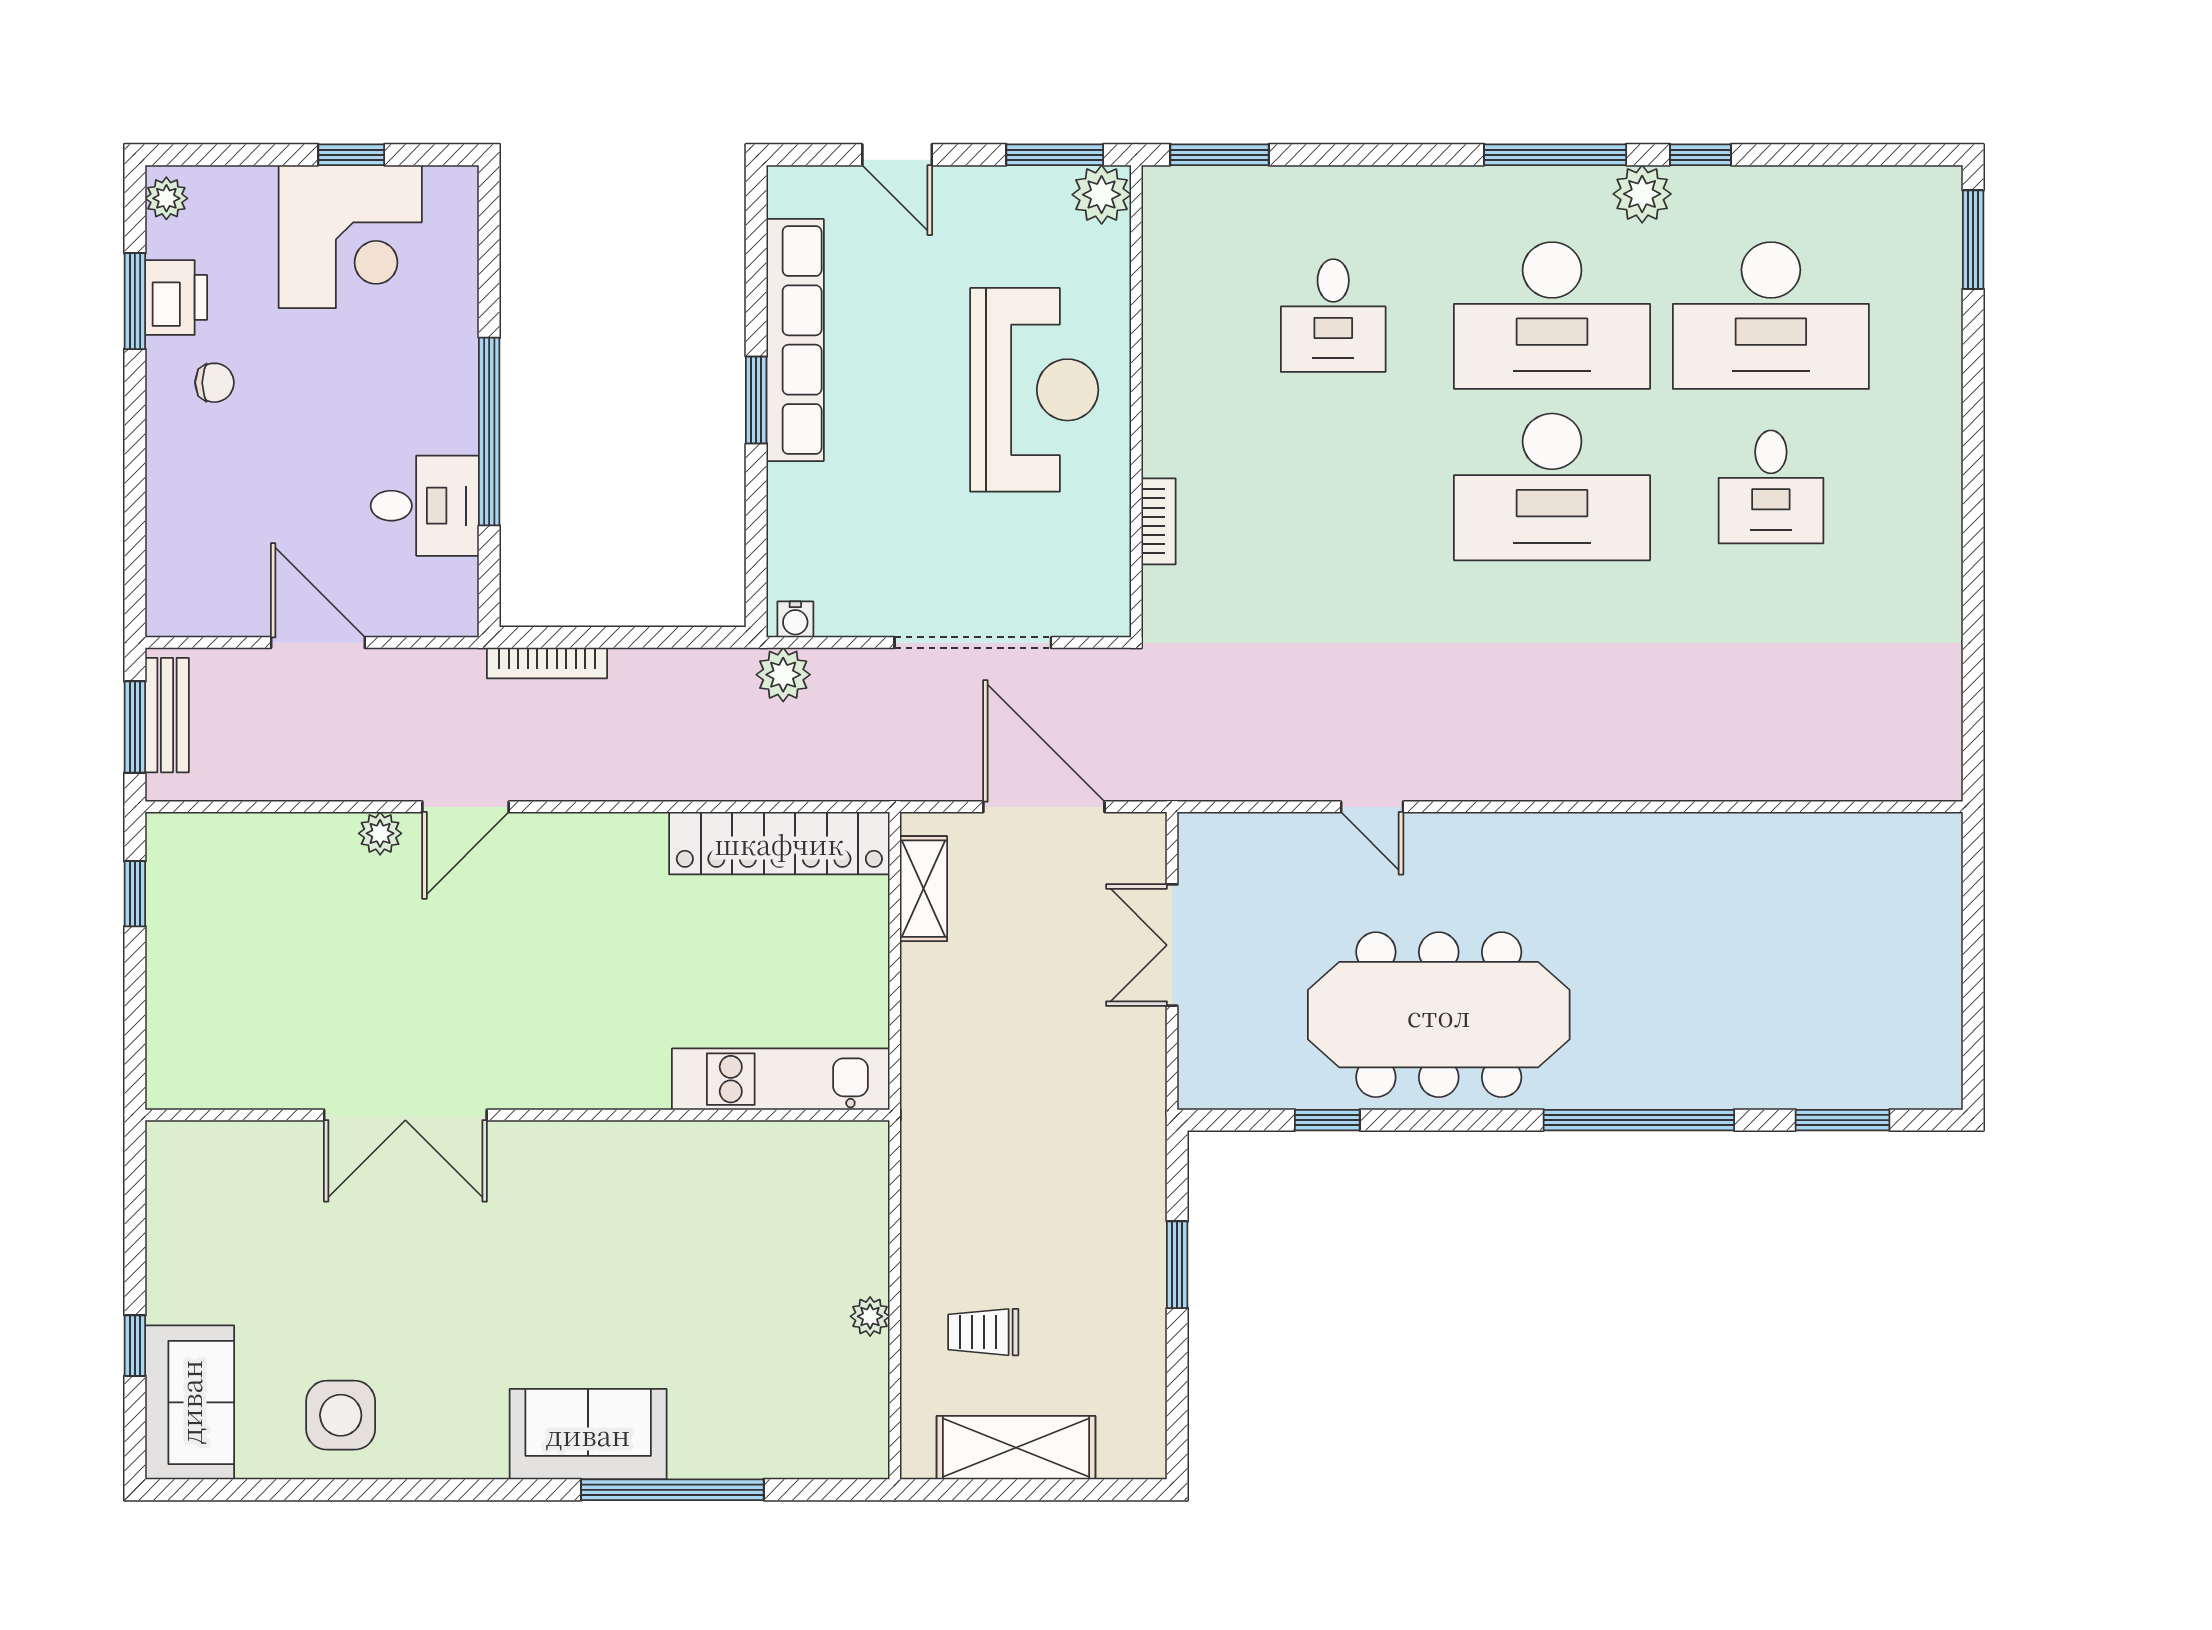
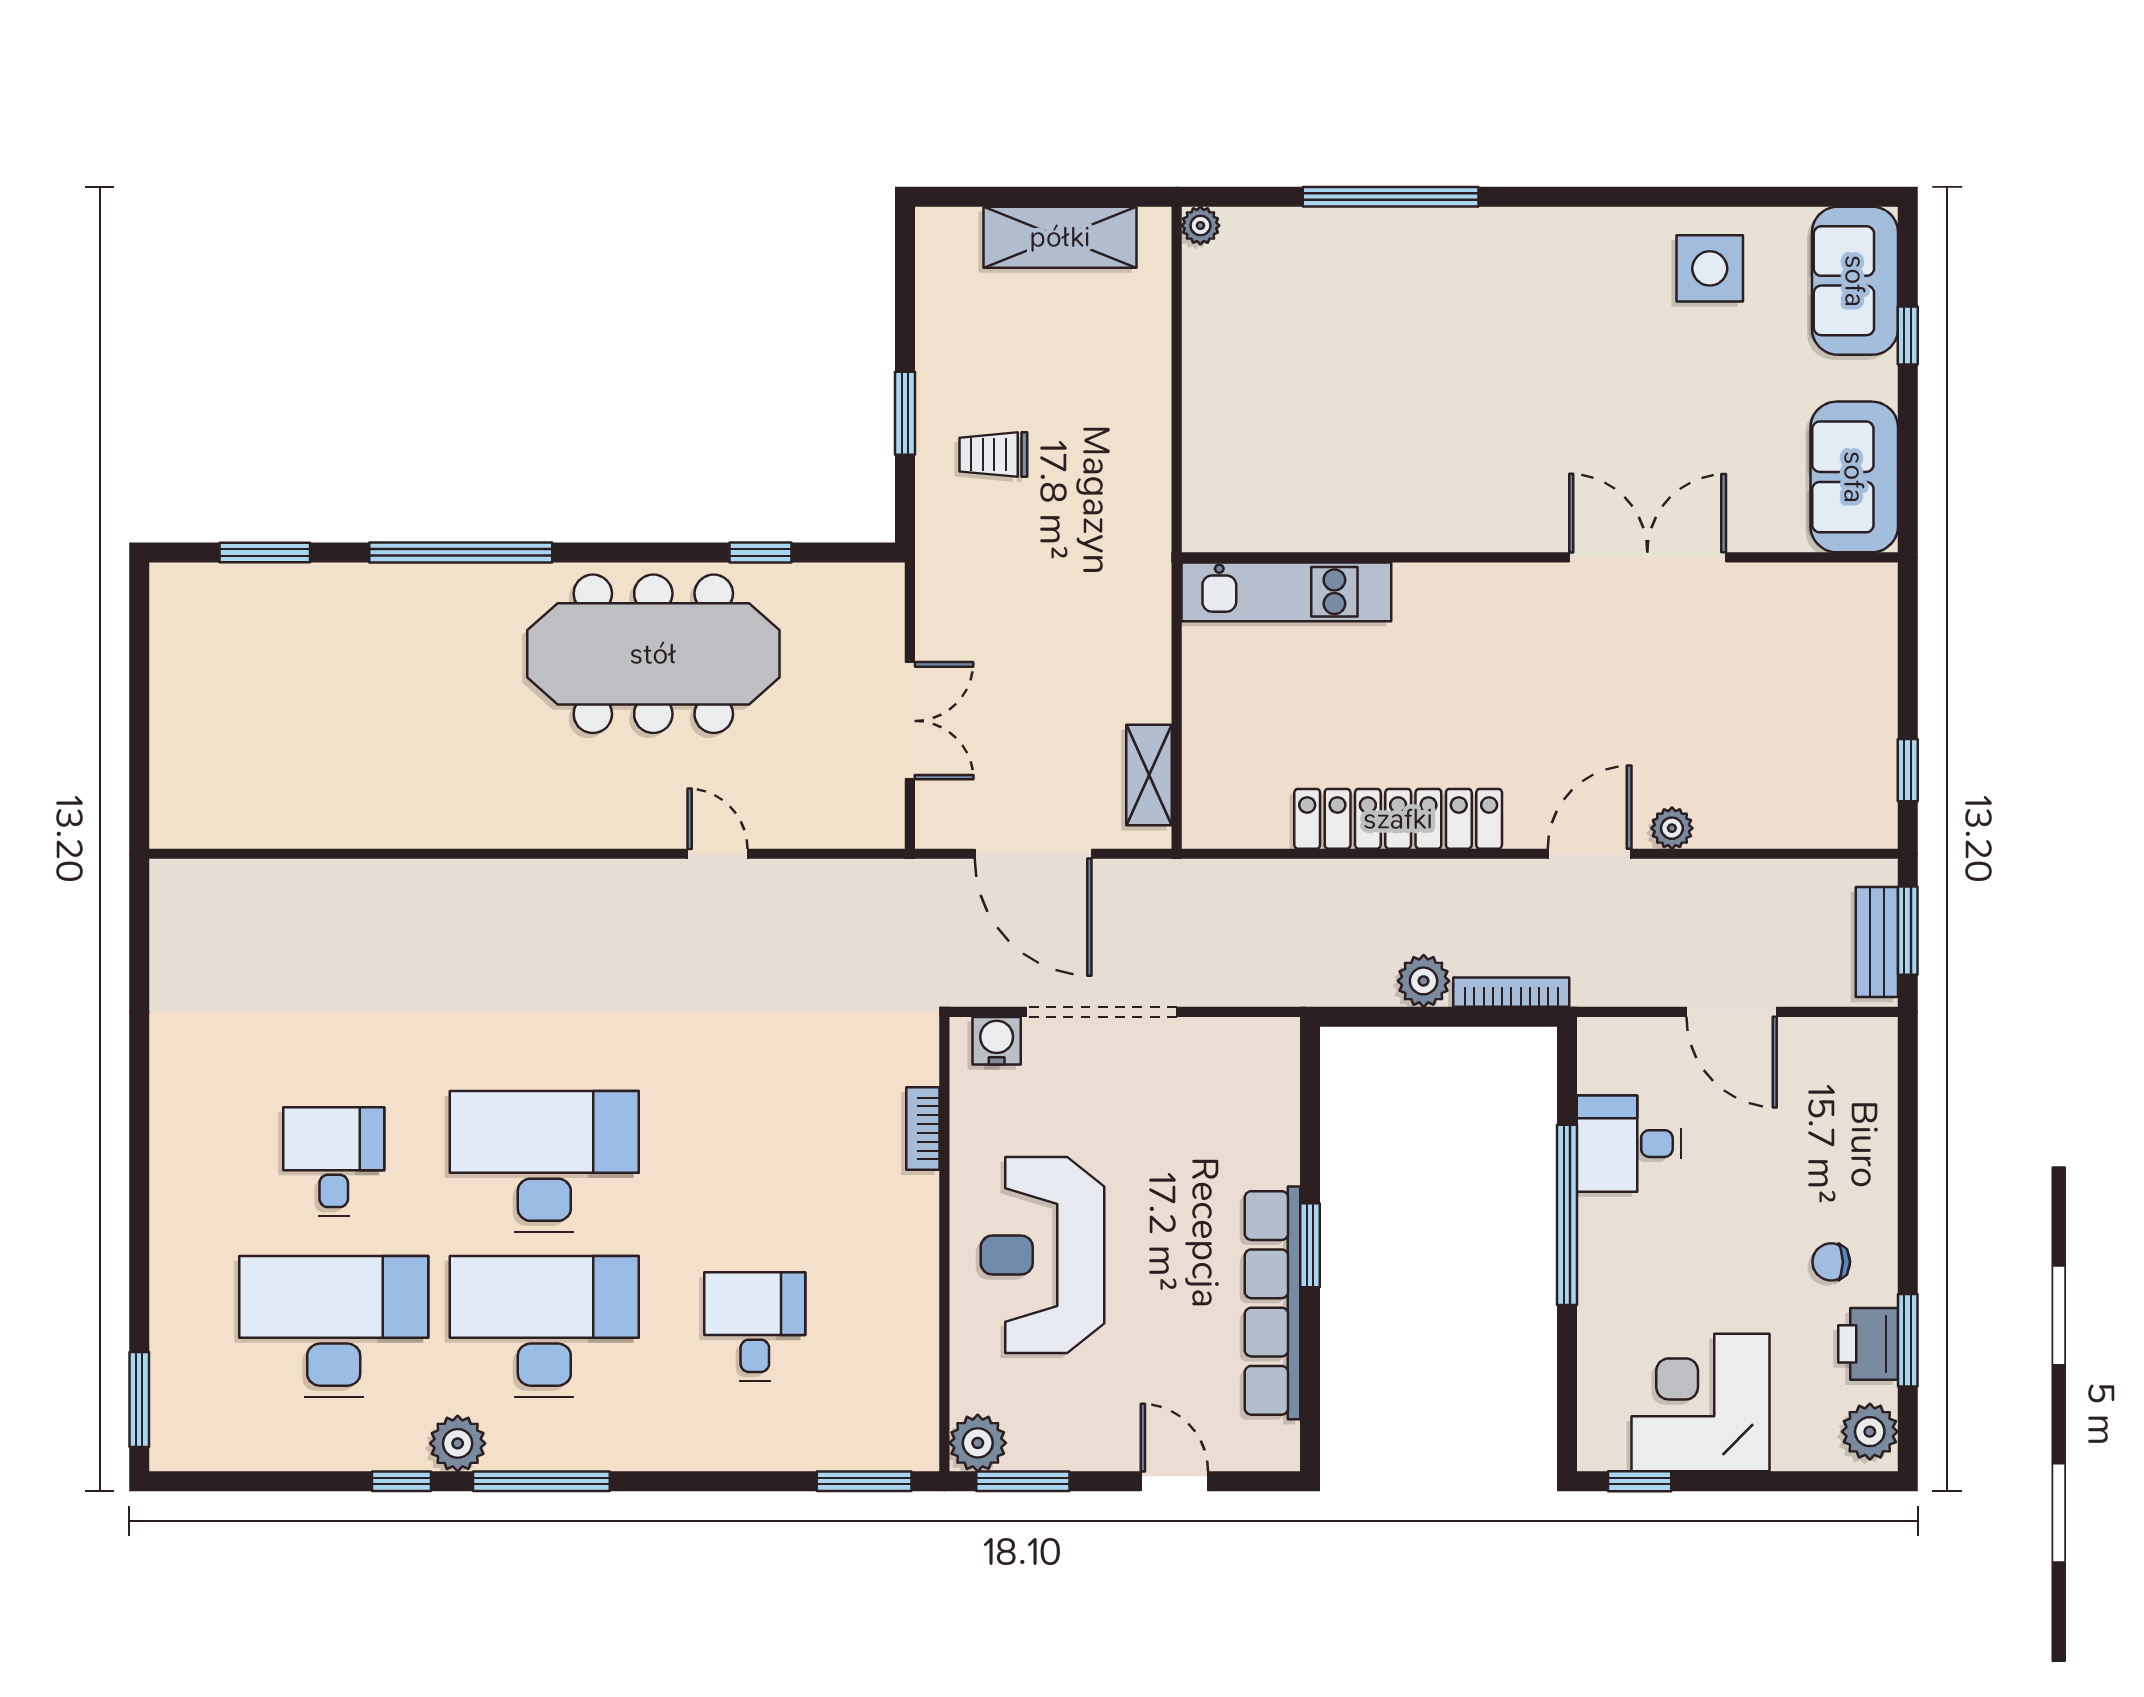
window: (351, 155) -> (1640, 1481), moved
plant: (166, 198) -> (1870, 1432), width x1.38, depth x1.38
water cooler: (795, 619) -> (997, 1041), moved, width x1.38, depth x1.38
plant: (783, 675) -> (1424, 981), moved
locker: (779, 843) -> (1398, 819), moved
plant: (870, 1316) -> (1200, 225), moved
trolley: (983, 1332) -> (993, 455), moved, turned 180
sofa: (588, 1434) -> (1854, 477), moved, turned 90

